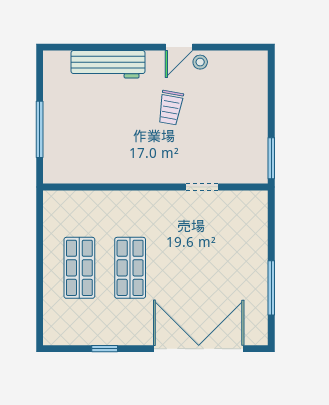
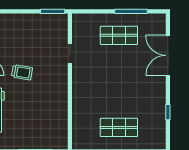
shop shelf: (130, 268) -> (119, 35), moved
double door: (199, 349) -> (168, 55), width x0.73

